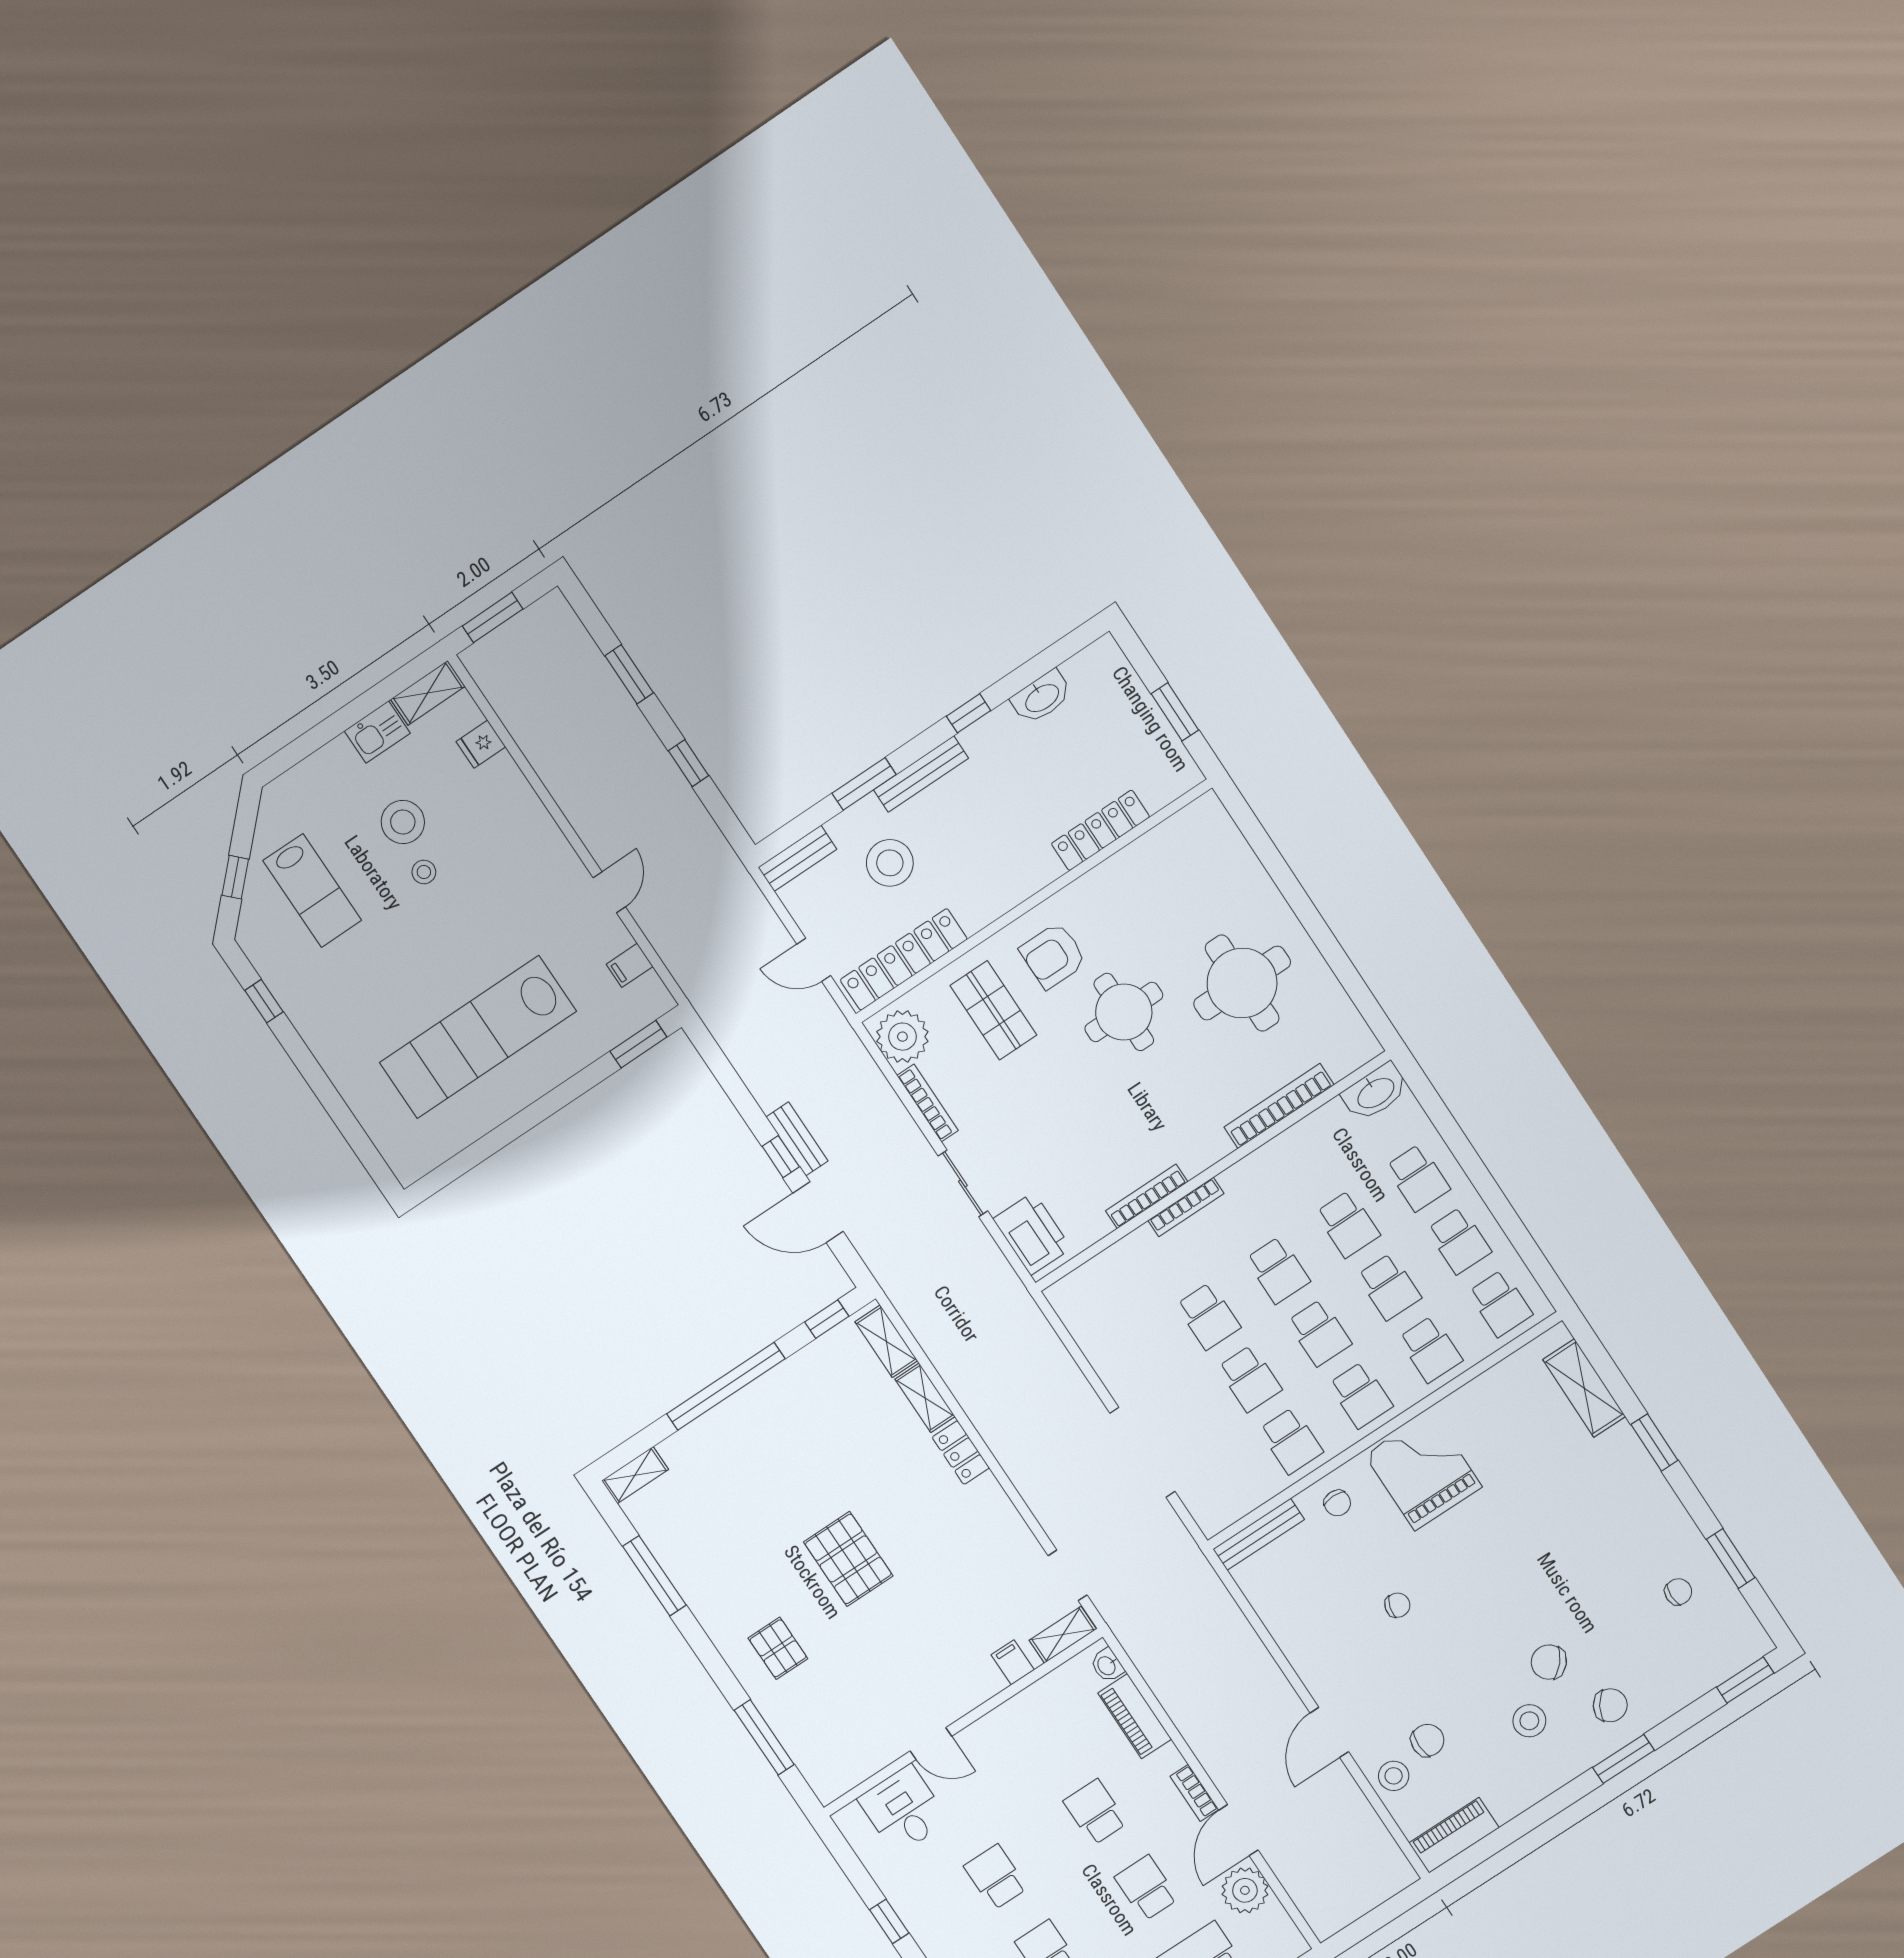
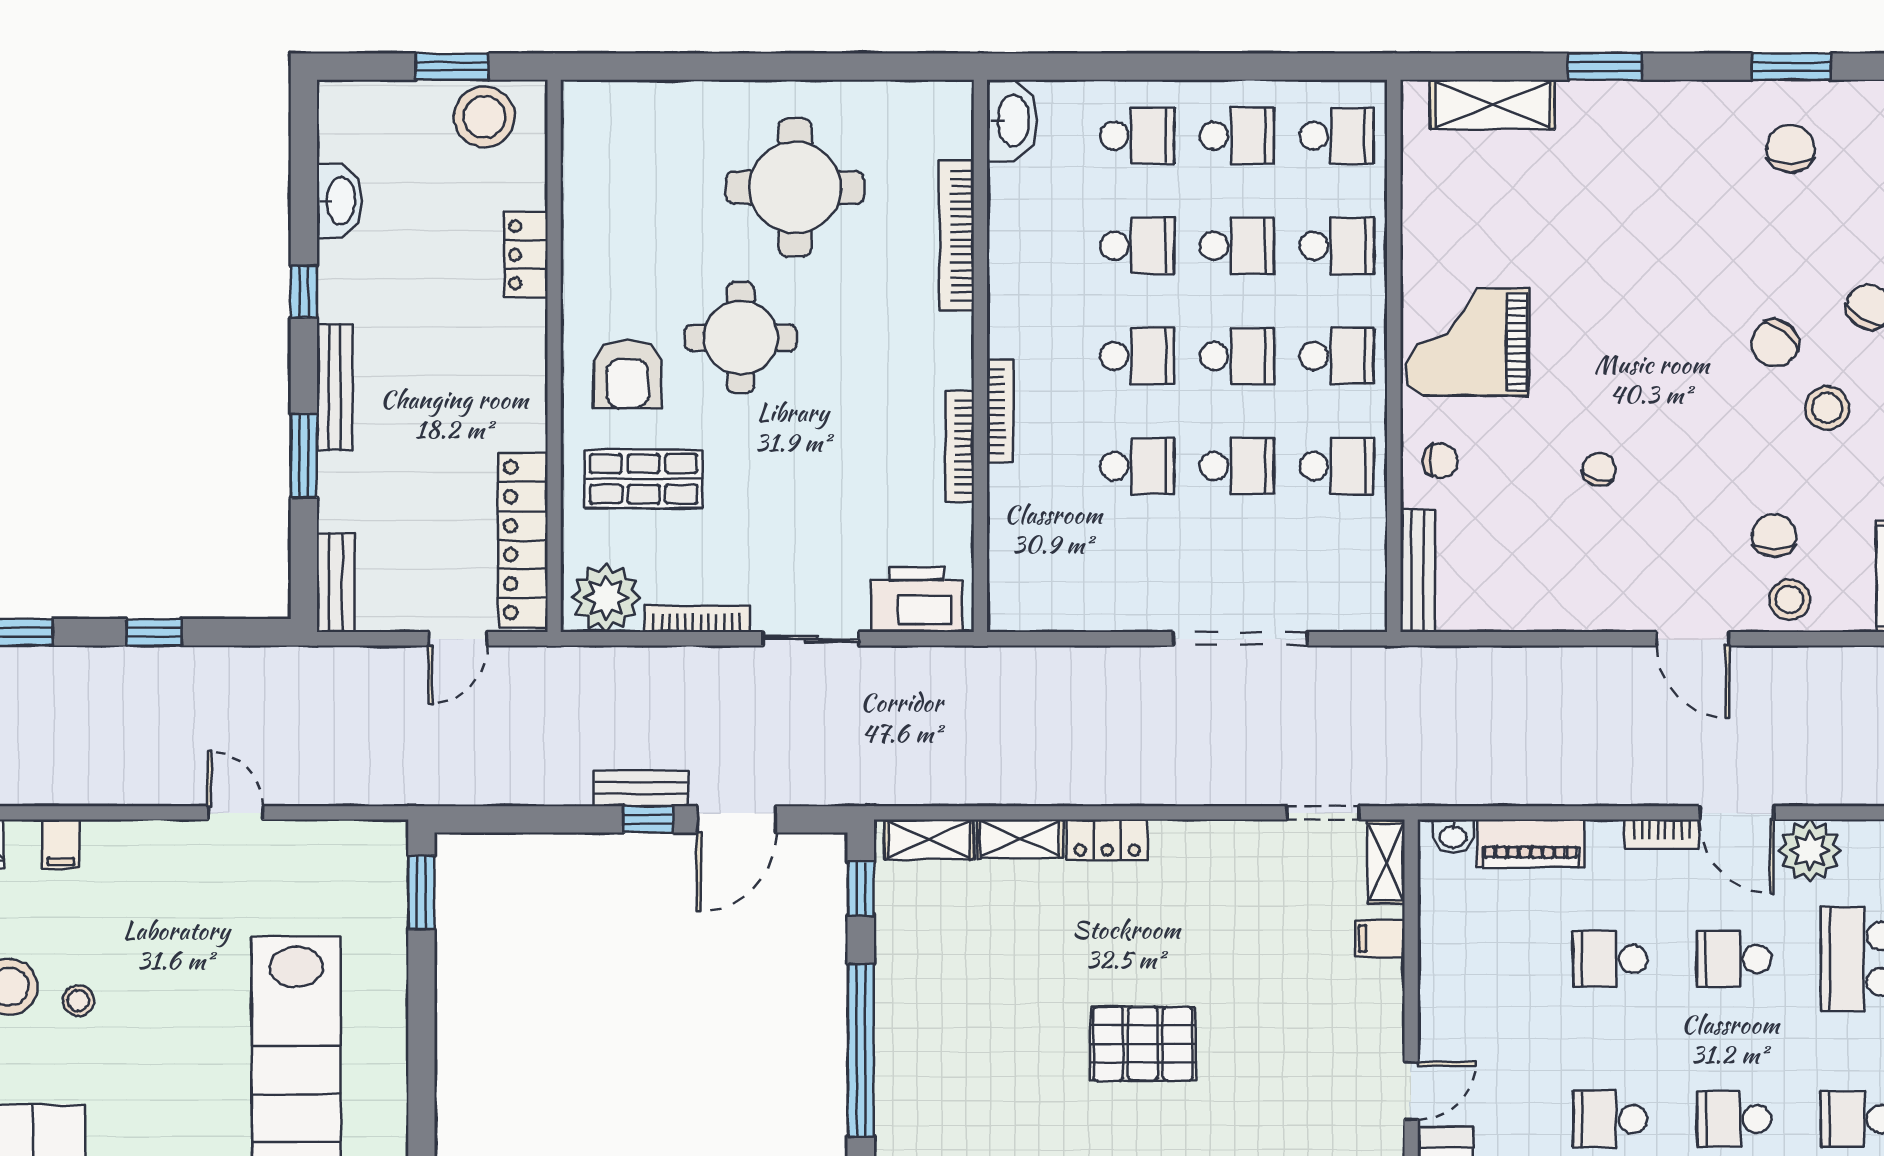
locker: (1100, 830) -> (526, 255), width x0.66
stool: (890, 863) -> (484, 117), moved
filing cabinet: (630, 965) -> (61, 844), moved
chair: (1678, 1592) -> (1791, 149), width x1.37, depth x1.37

